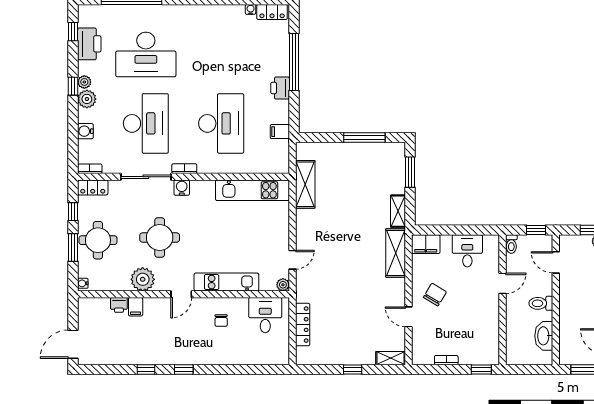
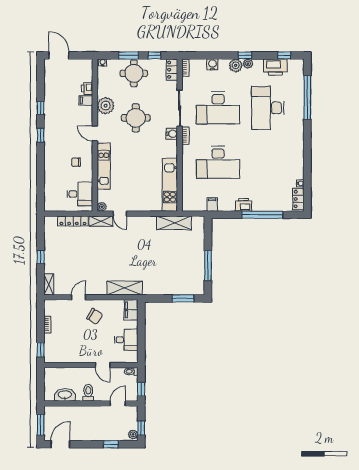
shelving: (398, 211) -> (101, 221), moved

